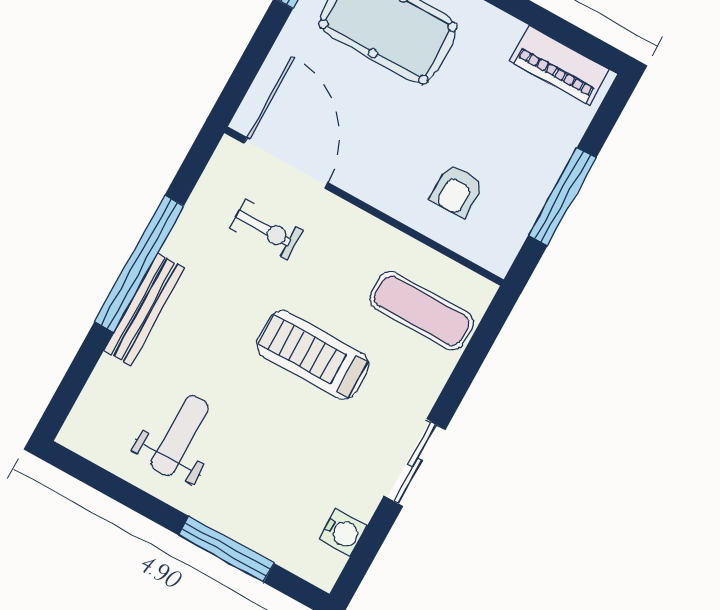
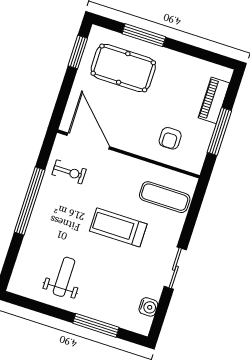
piano: (560, 65) -> (214, 100), moved, turned 90
exercise bike: (266, 230) -> (69, 172), moved
bench: (144, 309) -> (36, 222), removed

